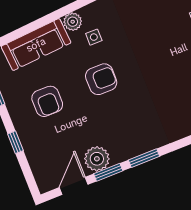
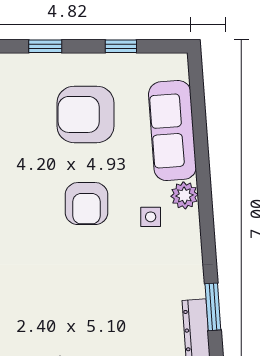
armchair: (47, 101) -> (85, 114), width x1.36, depth x1.36

